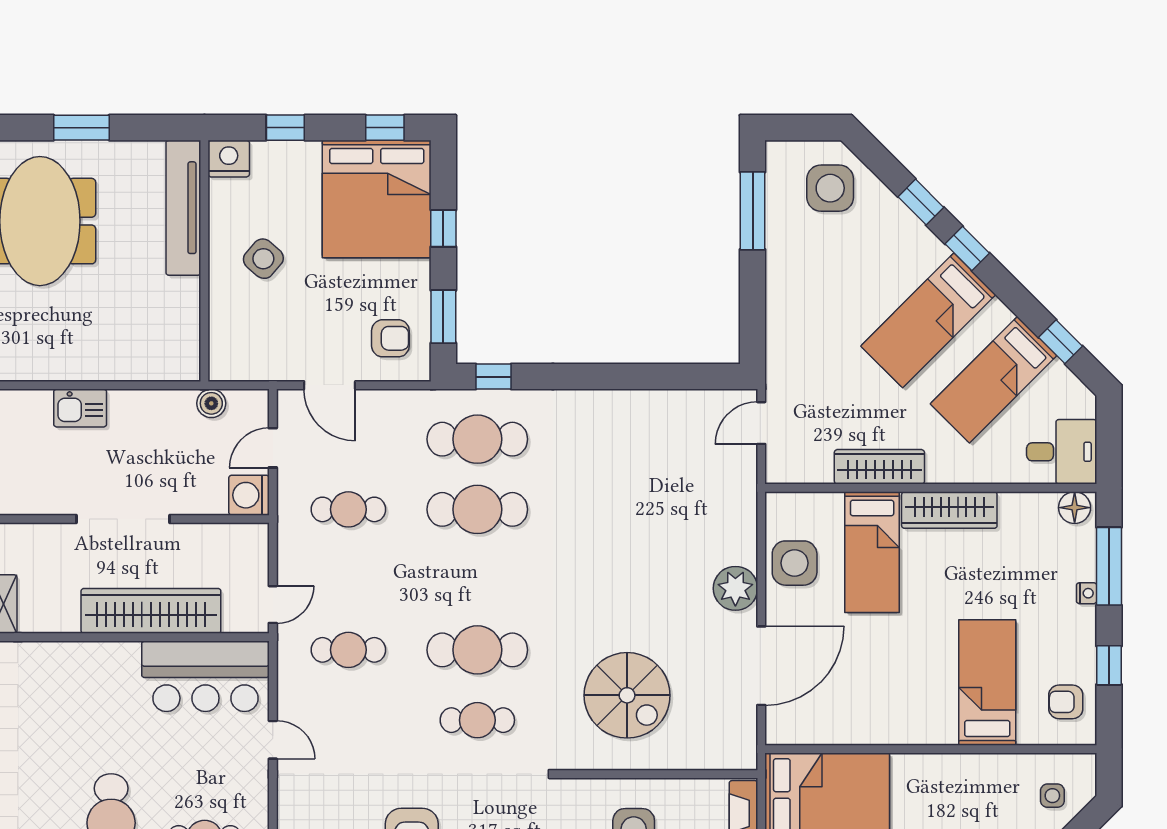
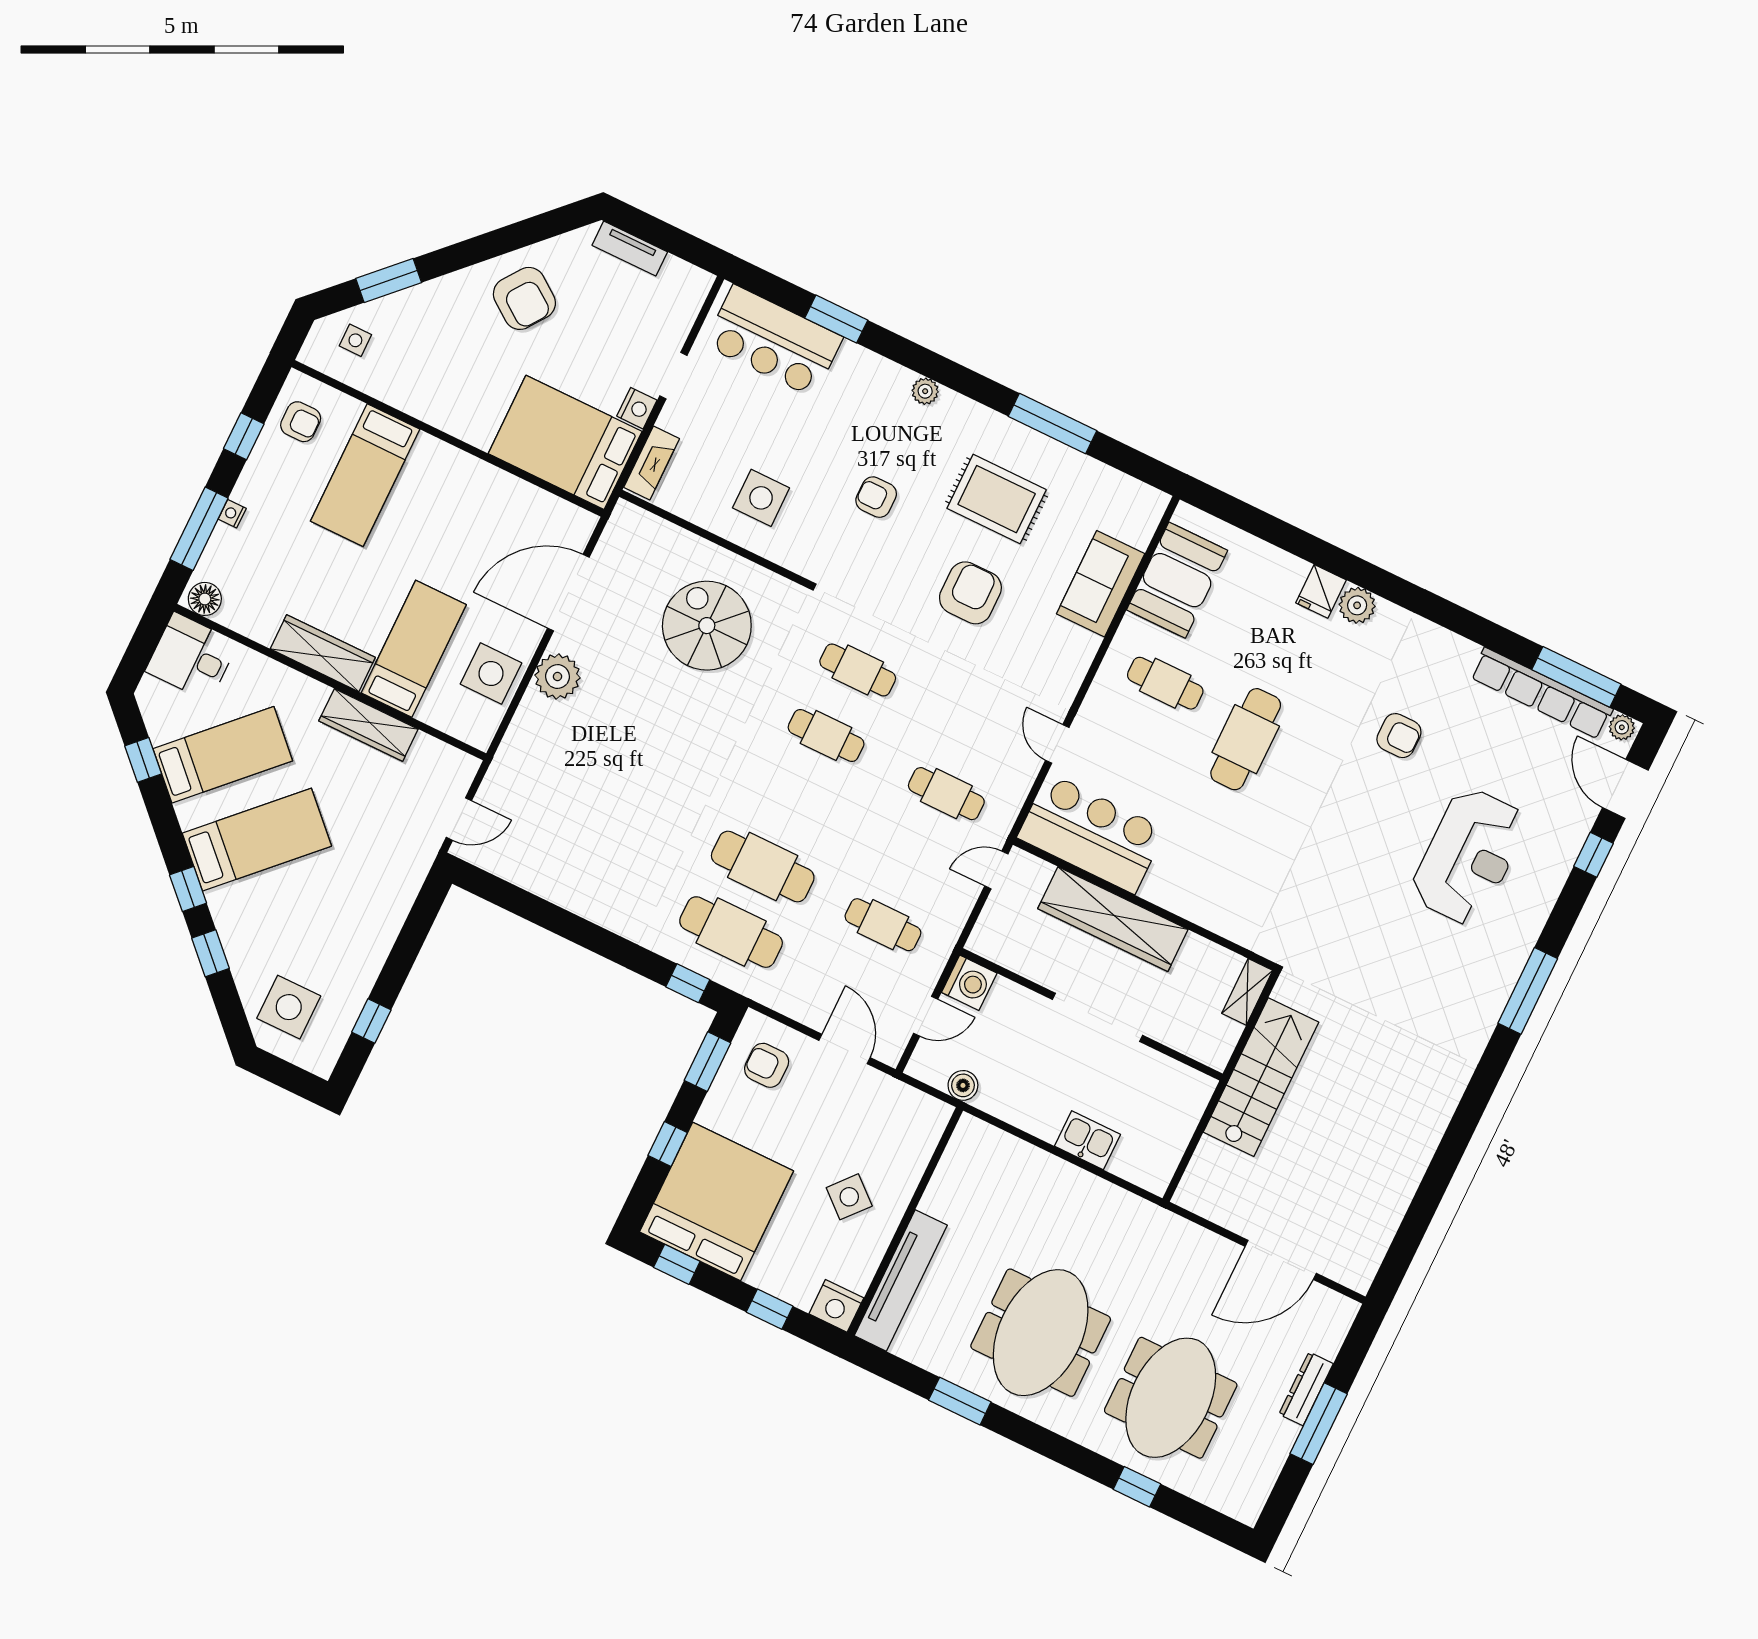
window: (753, 211) -> (371, 1021), width x0.46
cafe table: (477, 650) -> (826, 735), width x0.73, depth x0.74

